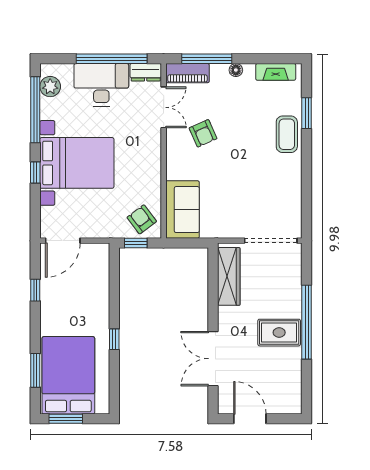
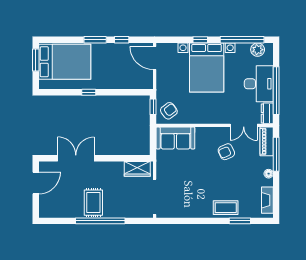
wardrobe: (229, 276) -> (137, 169), width x0.67
window: (35, 370) -> (95, 40), moved

